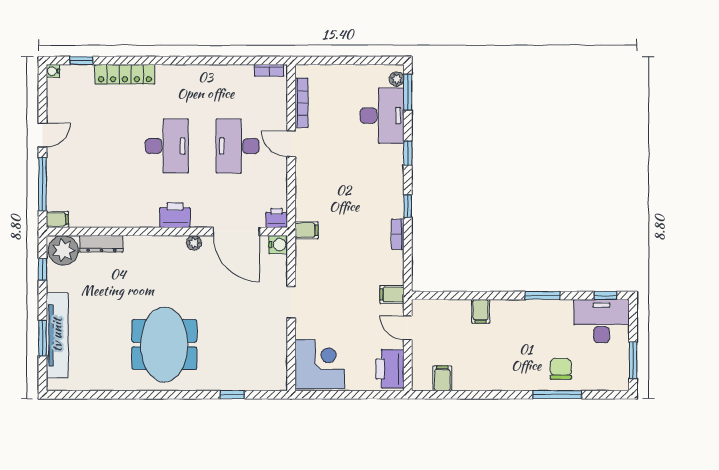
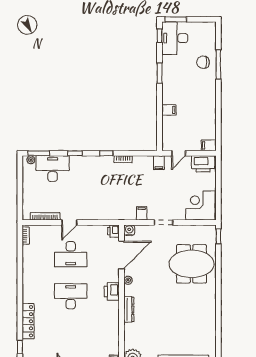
filing cabinet: (307, 230) -> (142, 213), moved
dresser: (101, 244) -> (129, 309), moved
meeting table: (164, 345) -> (192, 264), moved
window: (633, 360) -> (176, 19), moved
filing cabinet: (442, 378) -> (209, 145), moved
window: (232, 395) -> (218, 236), moved

